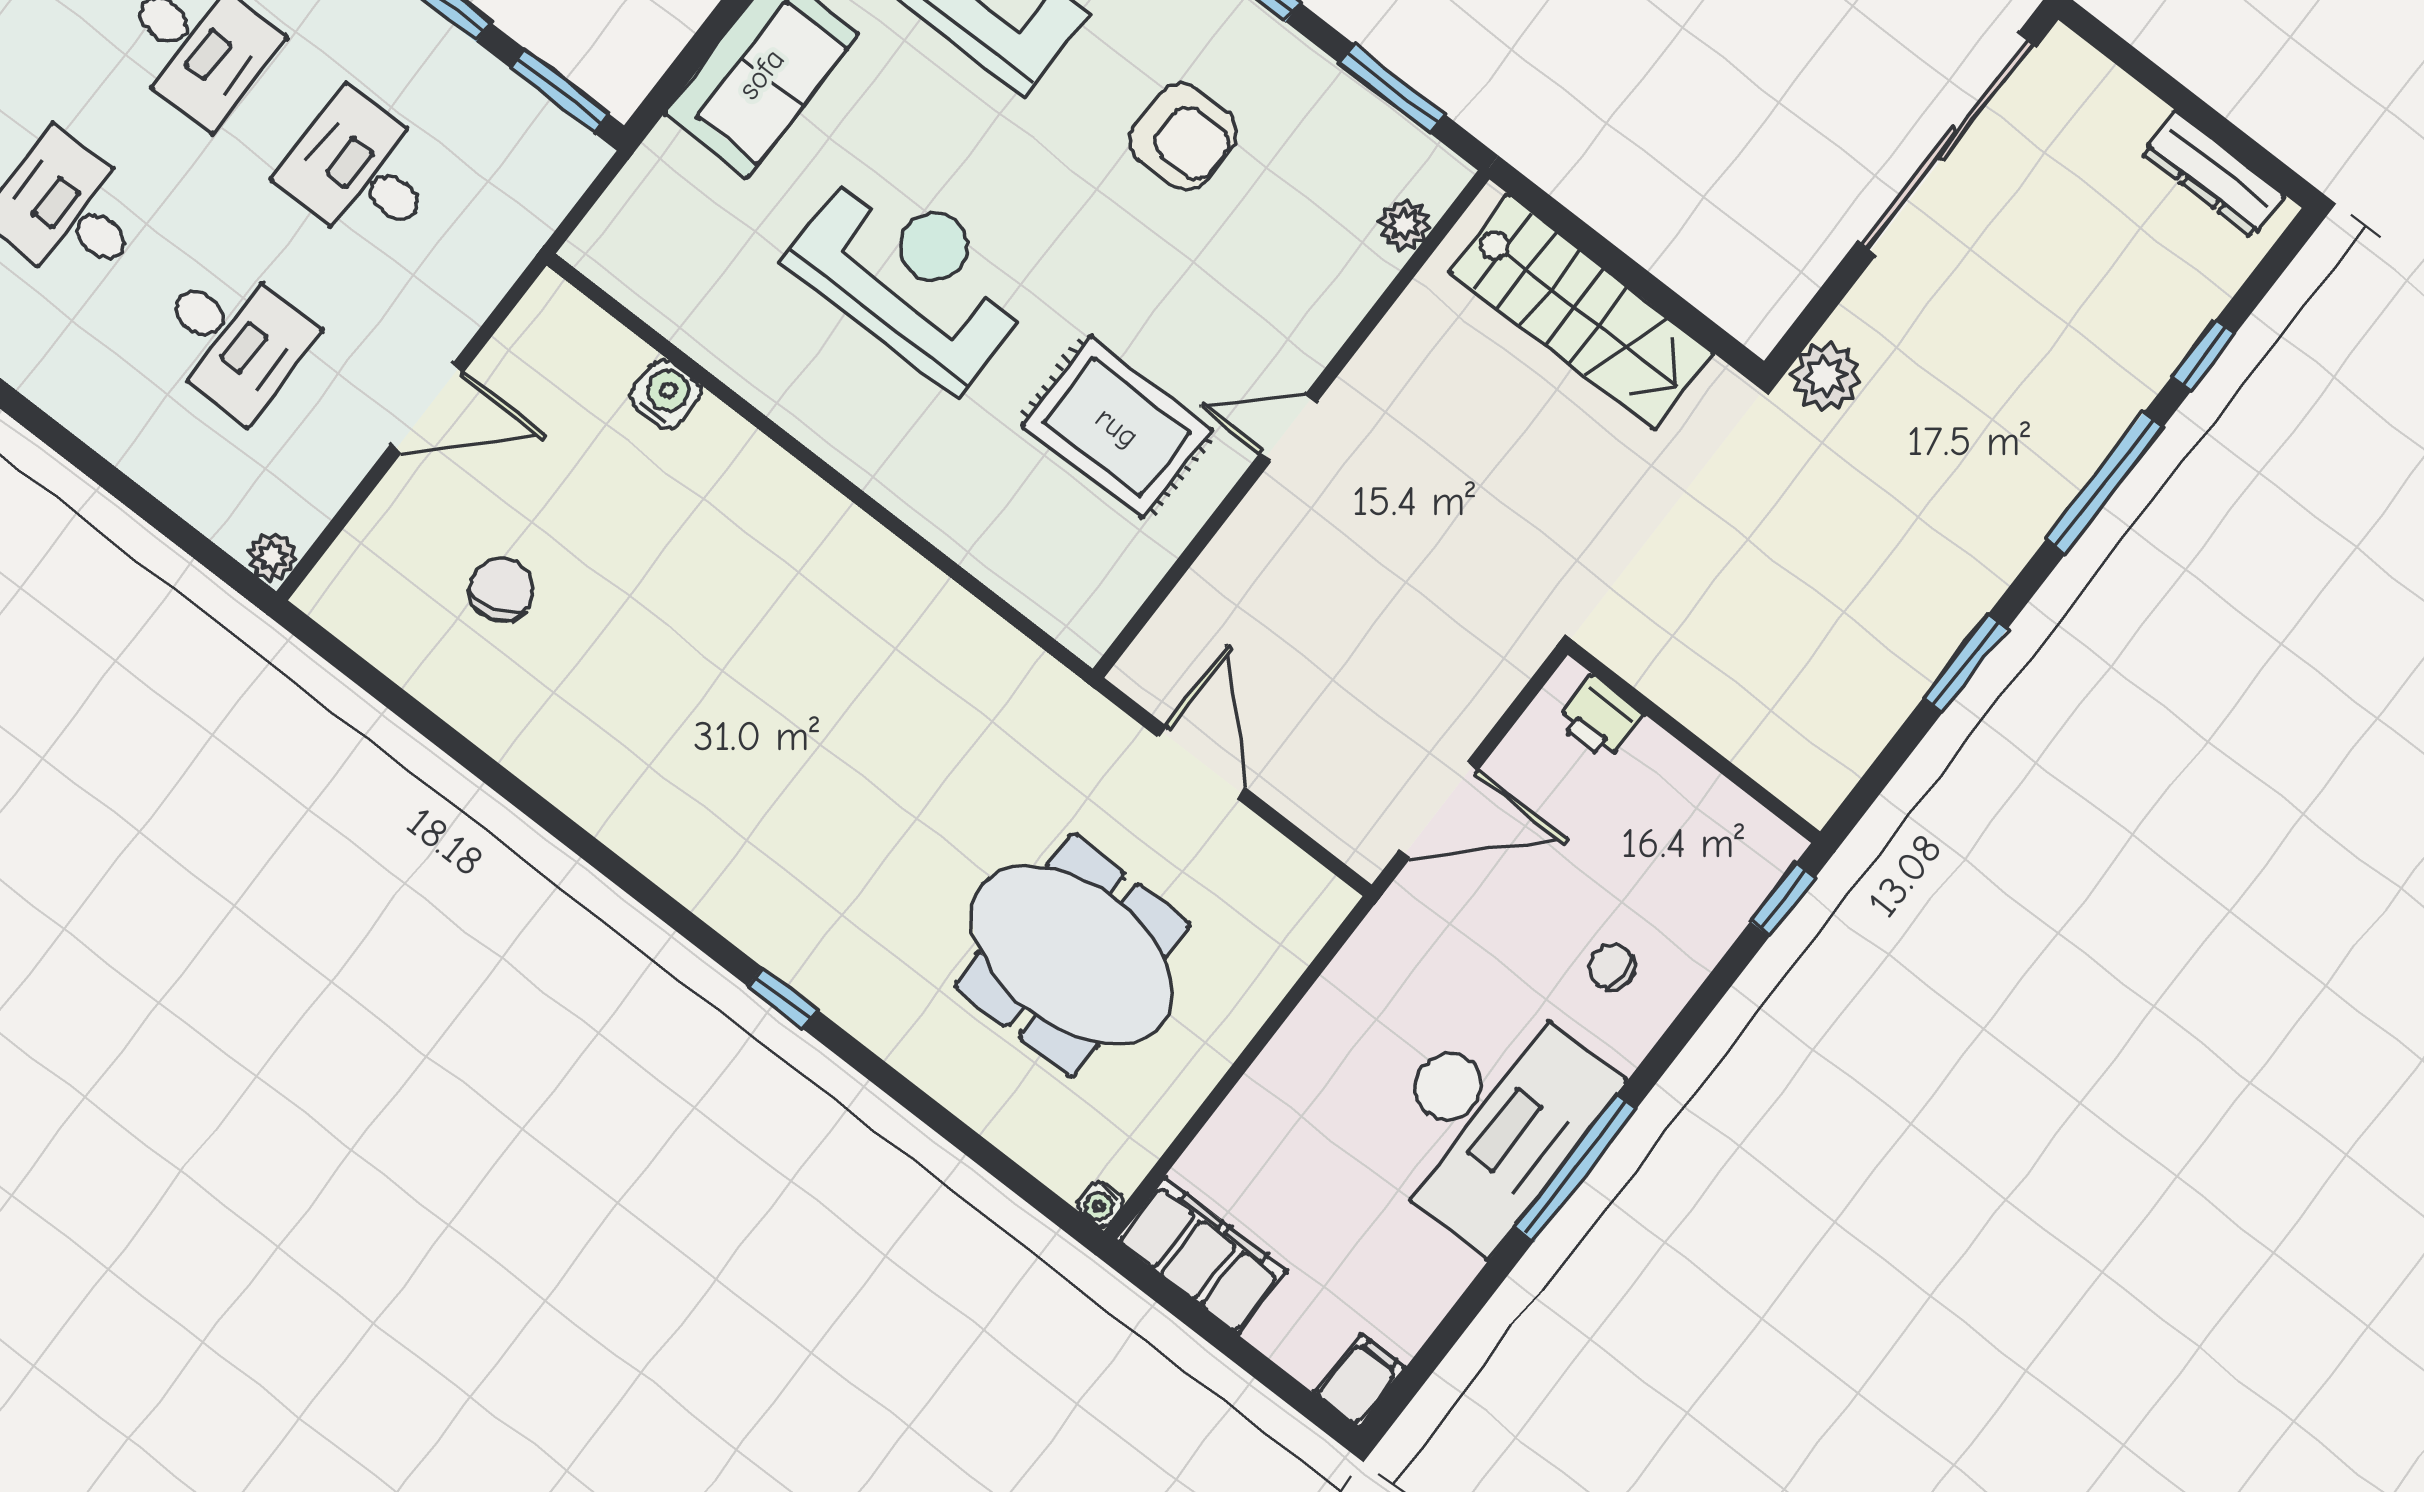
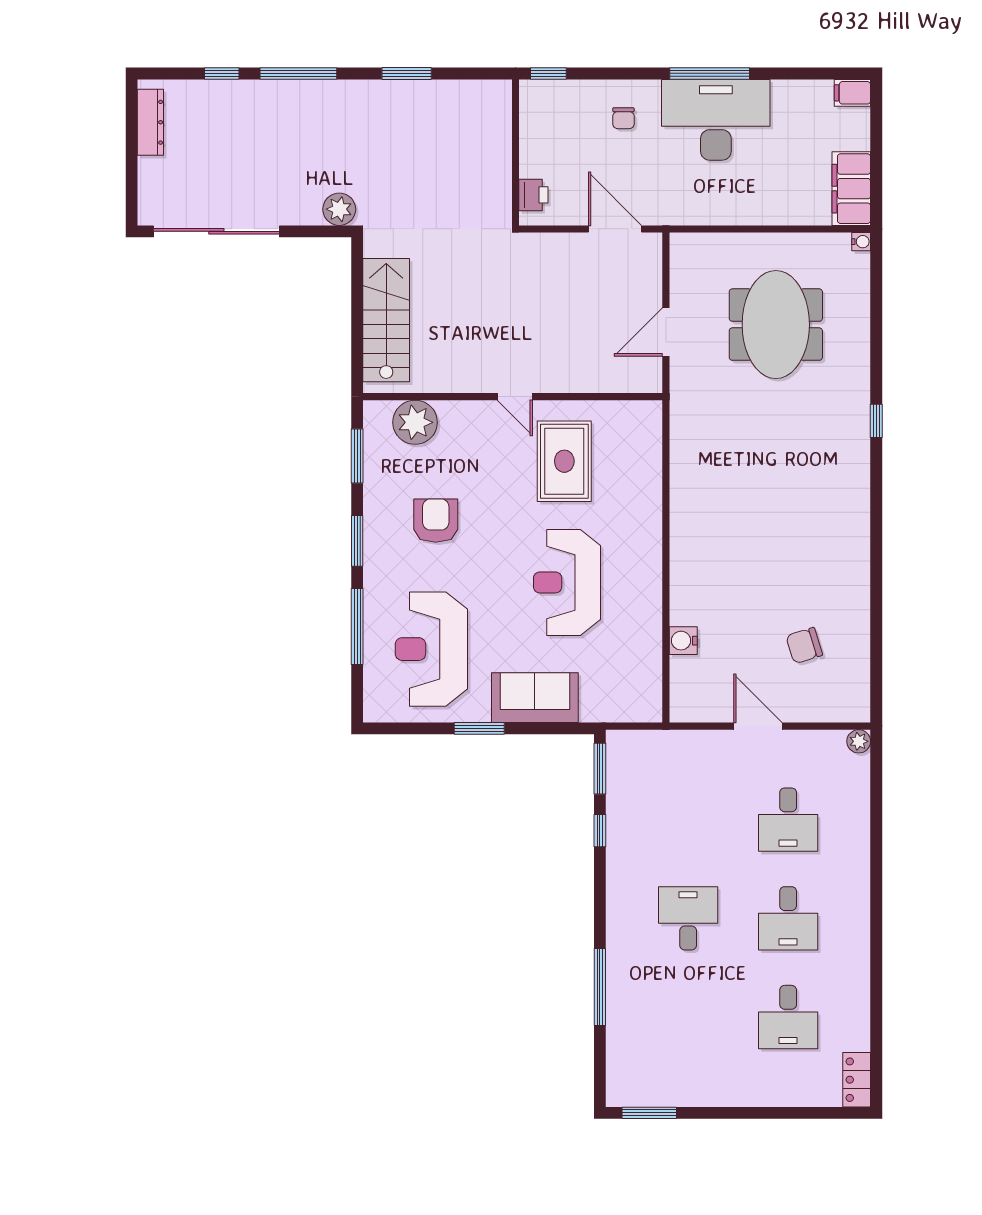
desk: (361, 172) -> (688, 820), removed
plant: (1404, 225) -> (415, 422), width x1.88, depth x1.88
desk: (232, 338) -> (788, 820), turned 180

